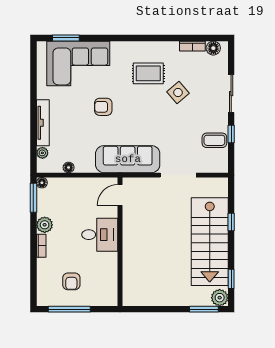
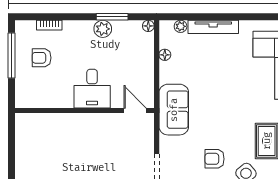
armchair: (103, 107) -> (215, 159), moved, turned -90
sofa: (128, 159) -> (174, 110), width x0.73
window: (33, 198) -> (112, 17), moved
bookcase: (41, 246) -> (49, 25), moved

